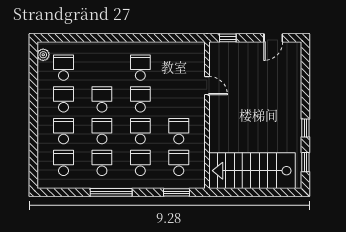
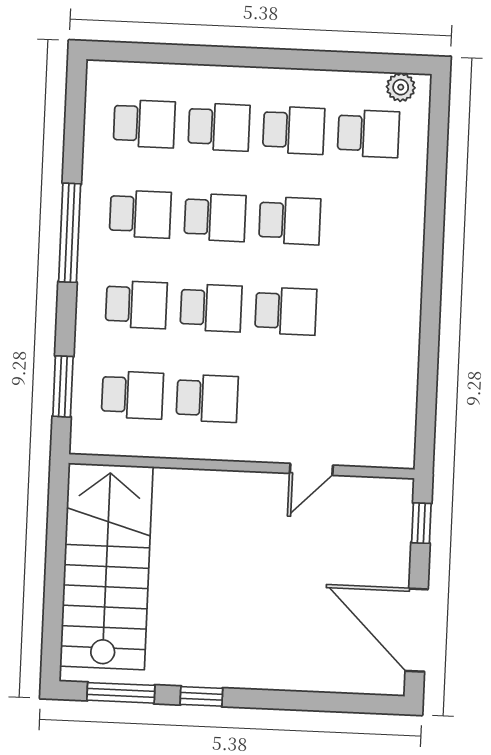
door: (273, 38) -> (417, 630), width x1.87
school desk: (140, 68) -> (361, 314), removed
window: (305, 162) -> (121, 693), width x1.50

